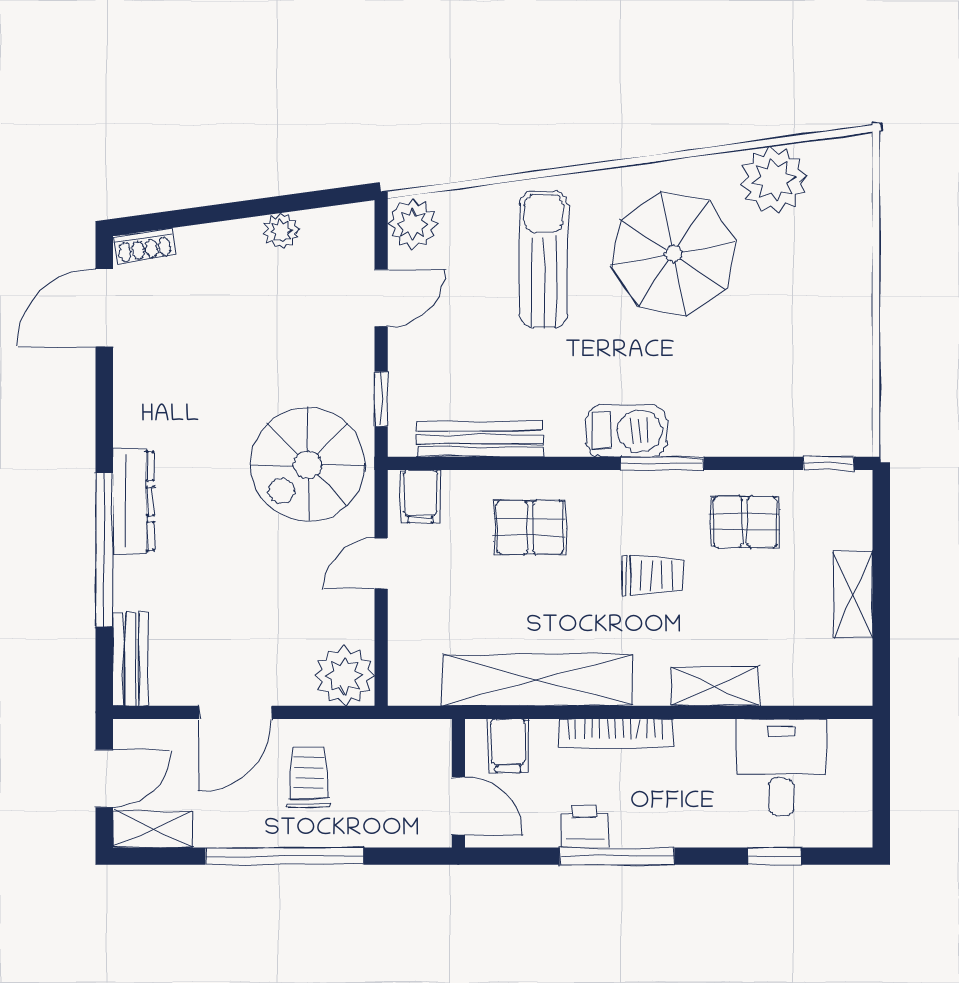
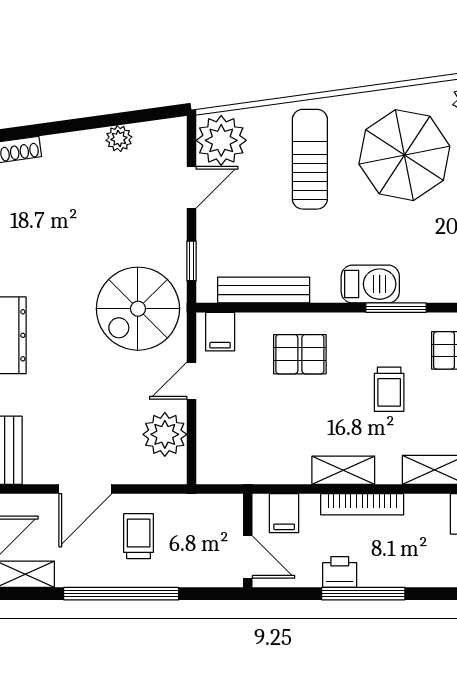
plant: (413, 224) -> (221, 140), width x1.36, depth x1.36
trolley: (652, 575) -> (389, 389), turned 90
plant: (344, 676) -> (165, 434), moved
shelving: (538, 680) -> (343, 470), width x0.45, depth x0.75

